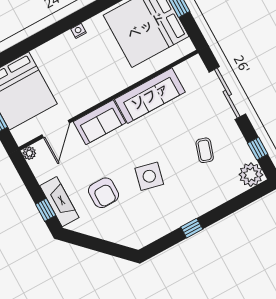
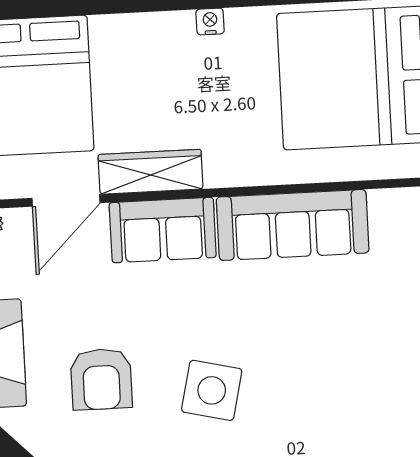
wardrobe: (84, 102) -> (151, 172), added
coffee table: (205, 150) -> (351, 392), removed

